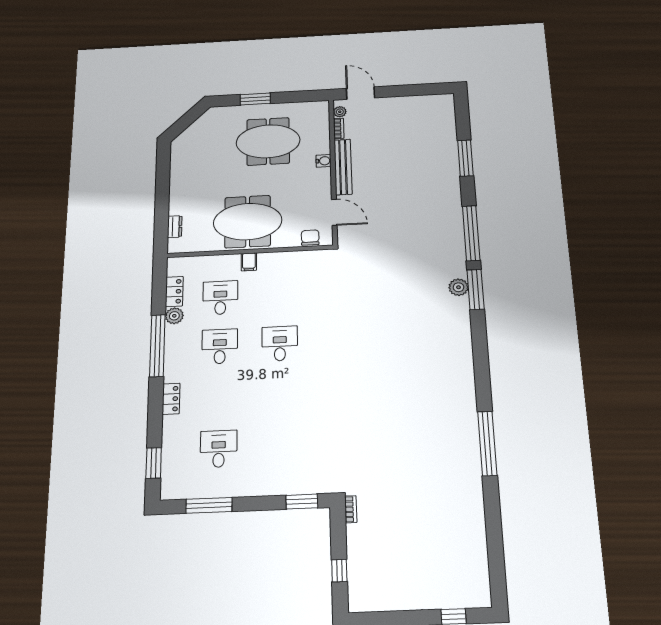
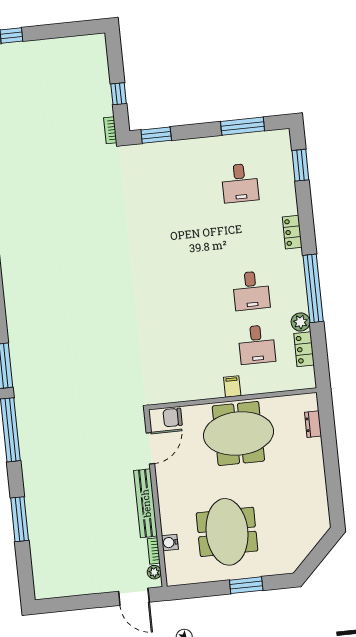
meeting table: (268, 141) -> (227, 532), turned 90
water cooler: (323, 161) -> (170, 542), moved
door: (334, 212) -> (150, 448), swing flipped
chair: (310, 238) -> (173, 418), turned 90
plant: (458, 287) -> (21, 367), removed
desk: (280, 344) -> (192, 297), removed
window: (339, 571) -> (119, 94), moved

